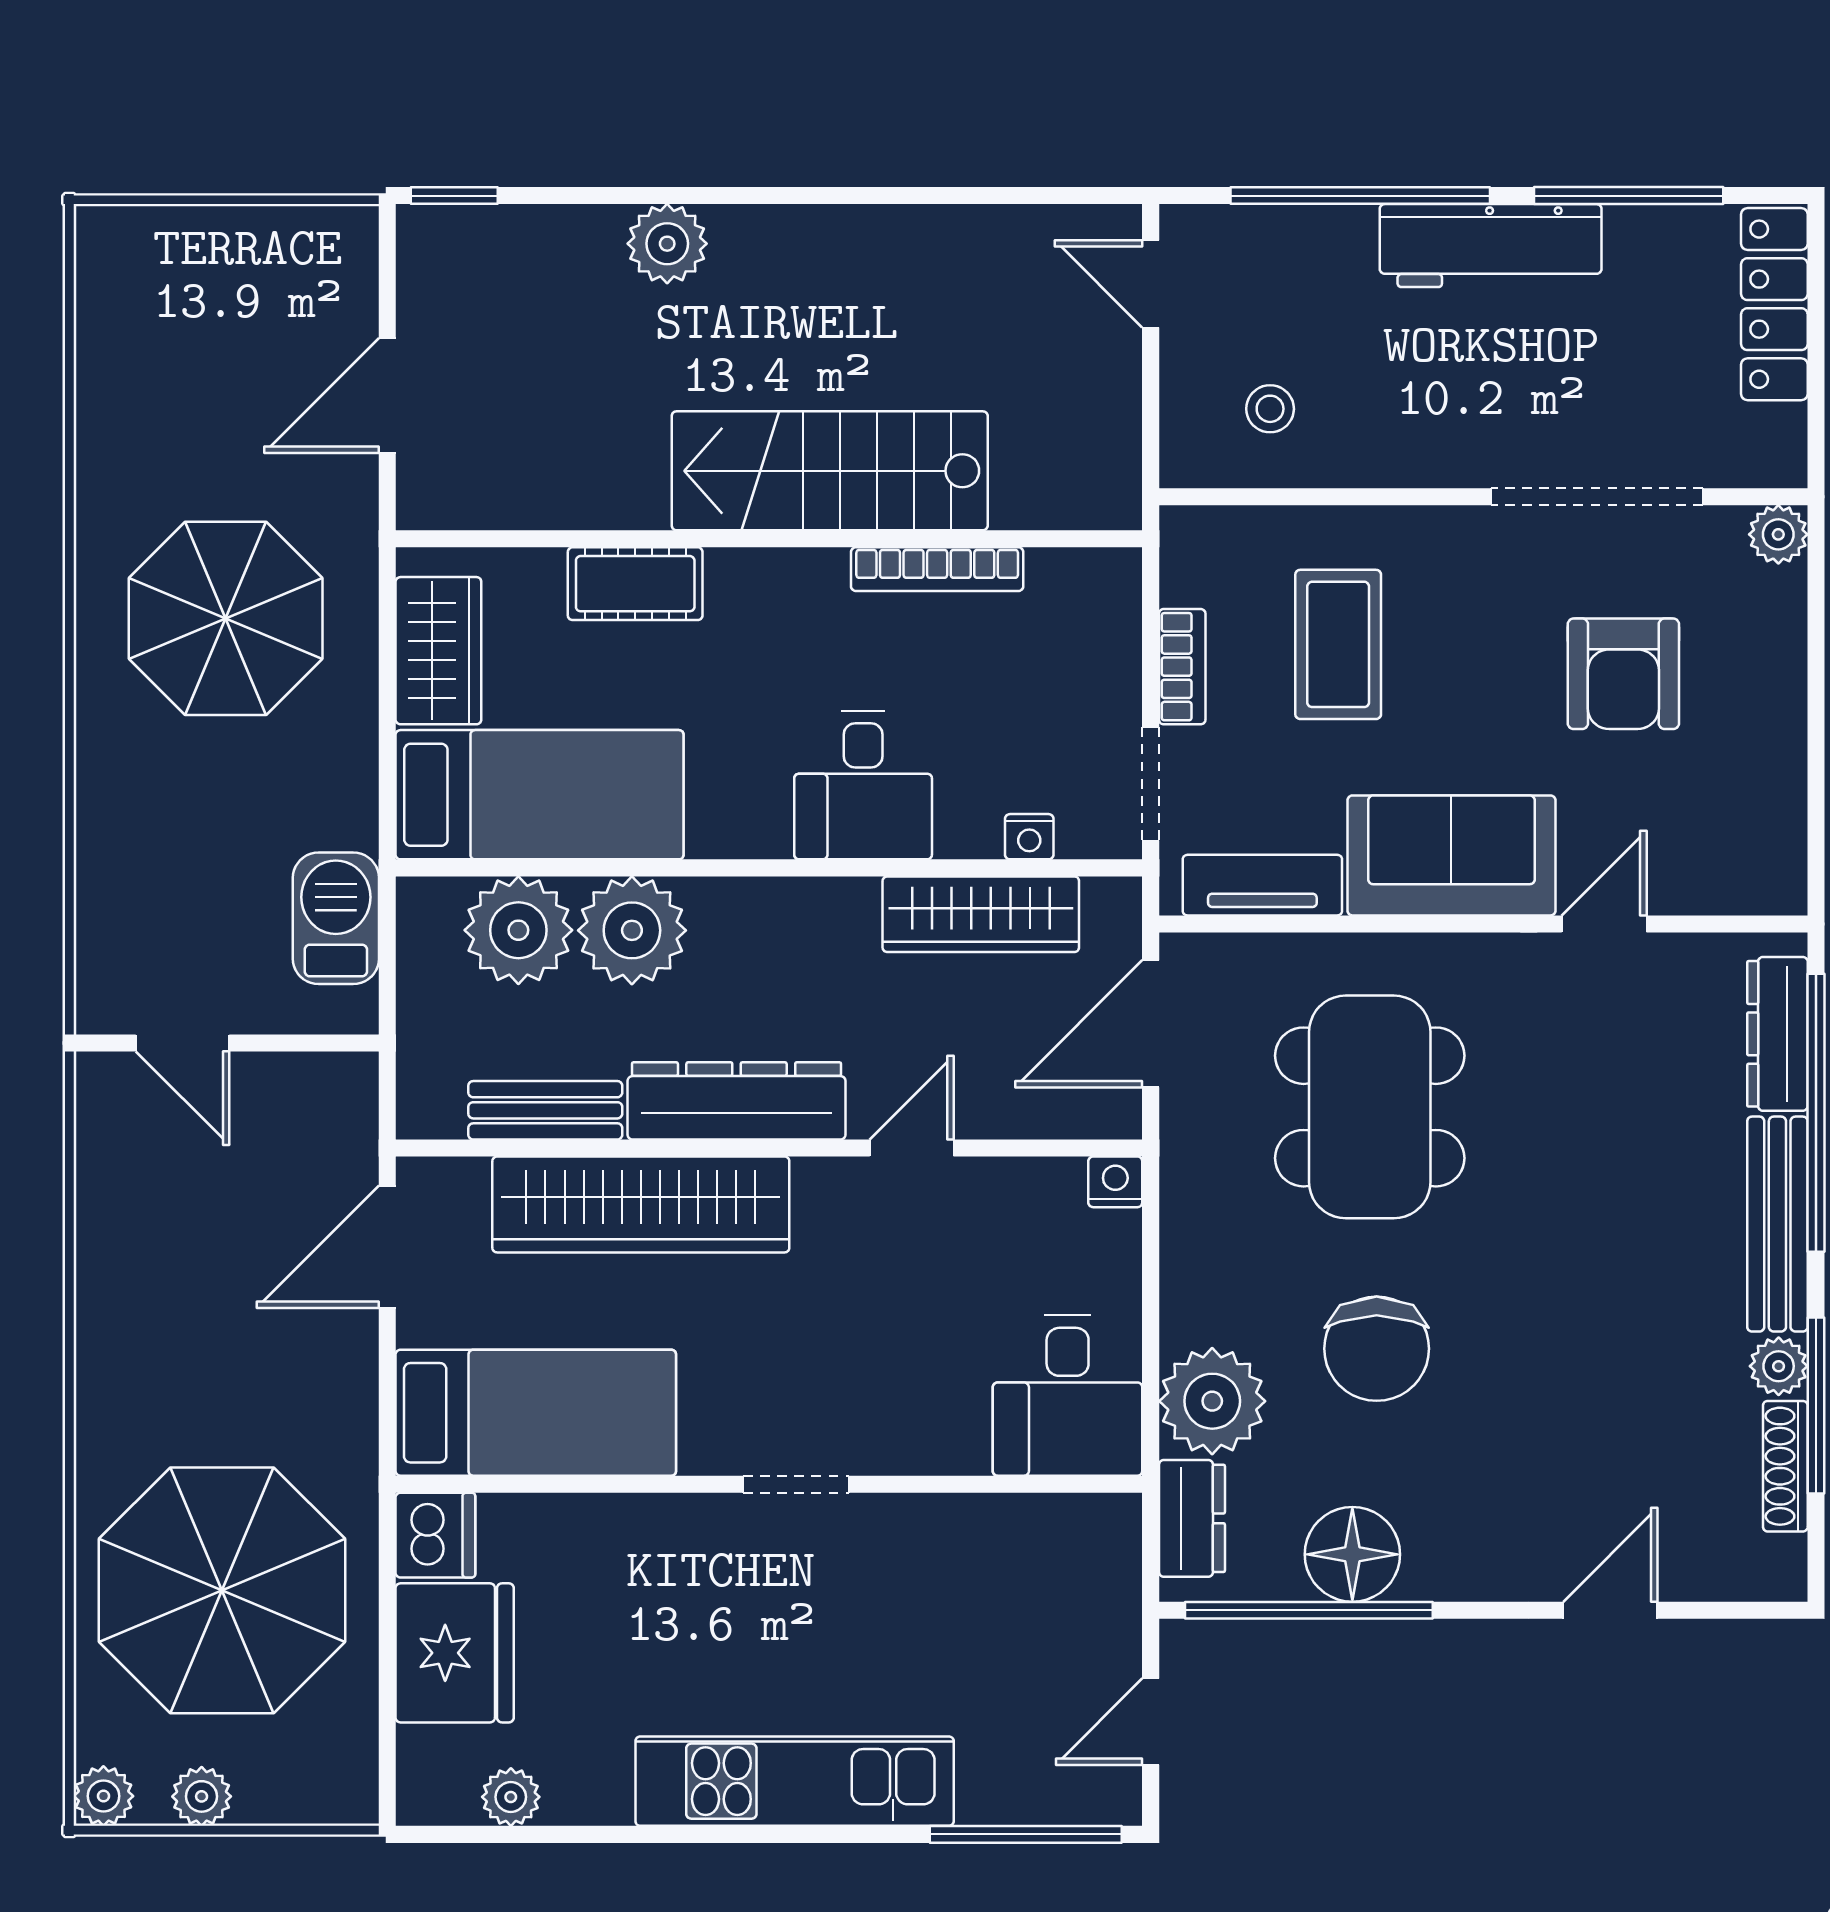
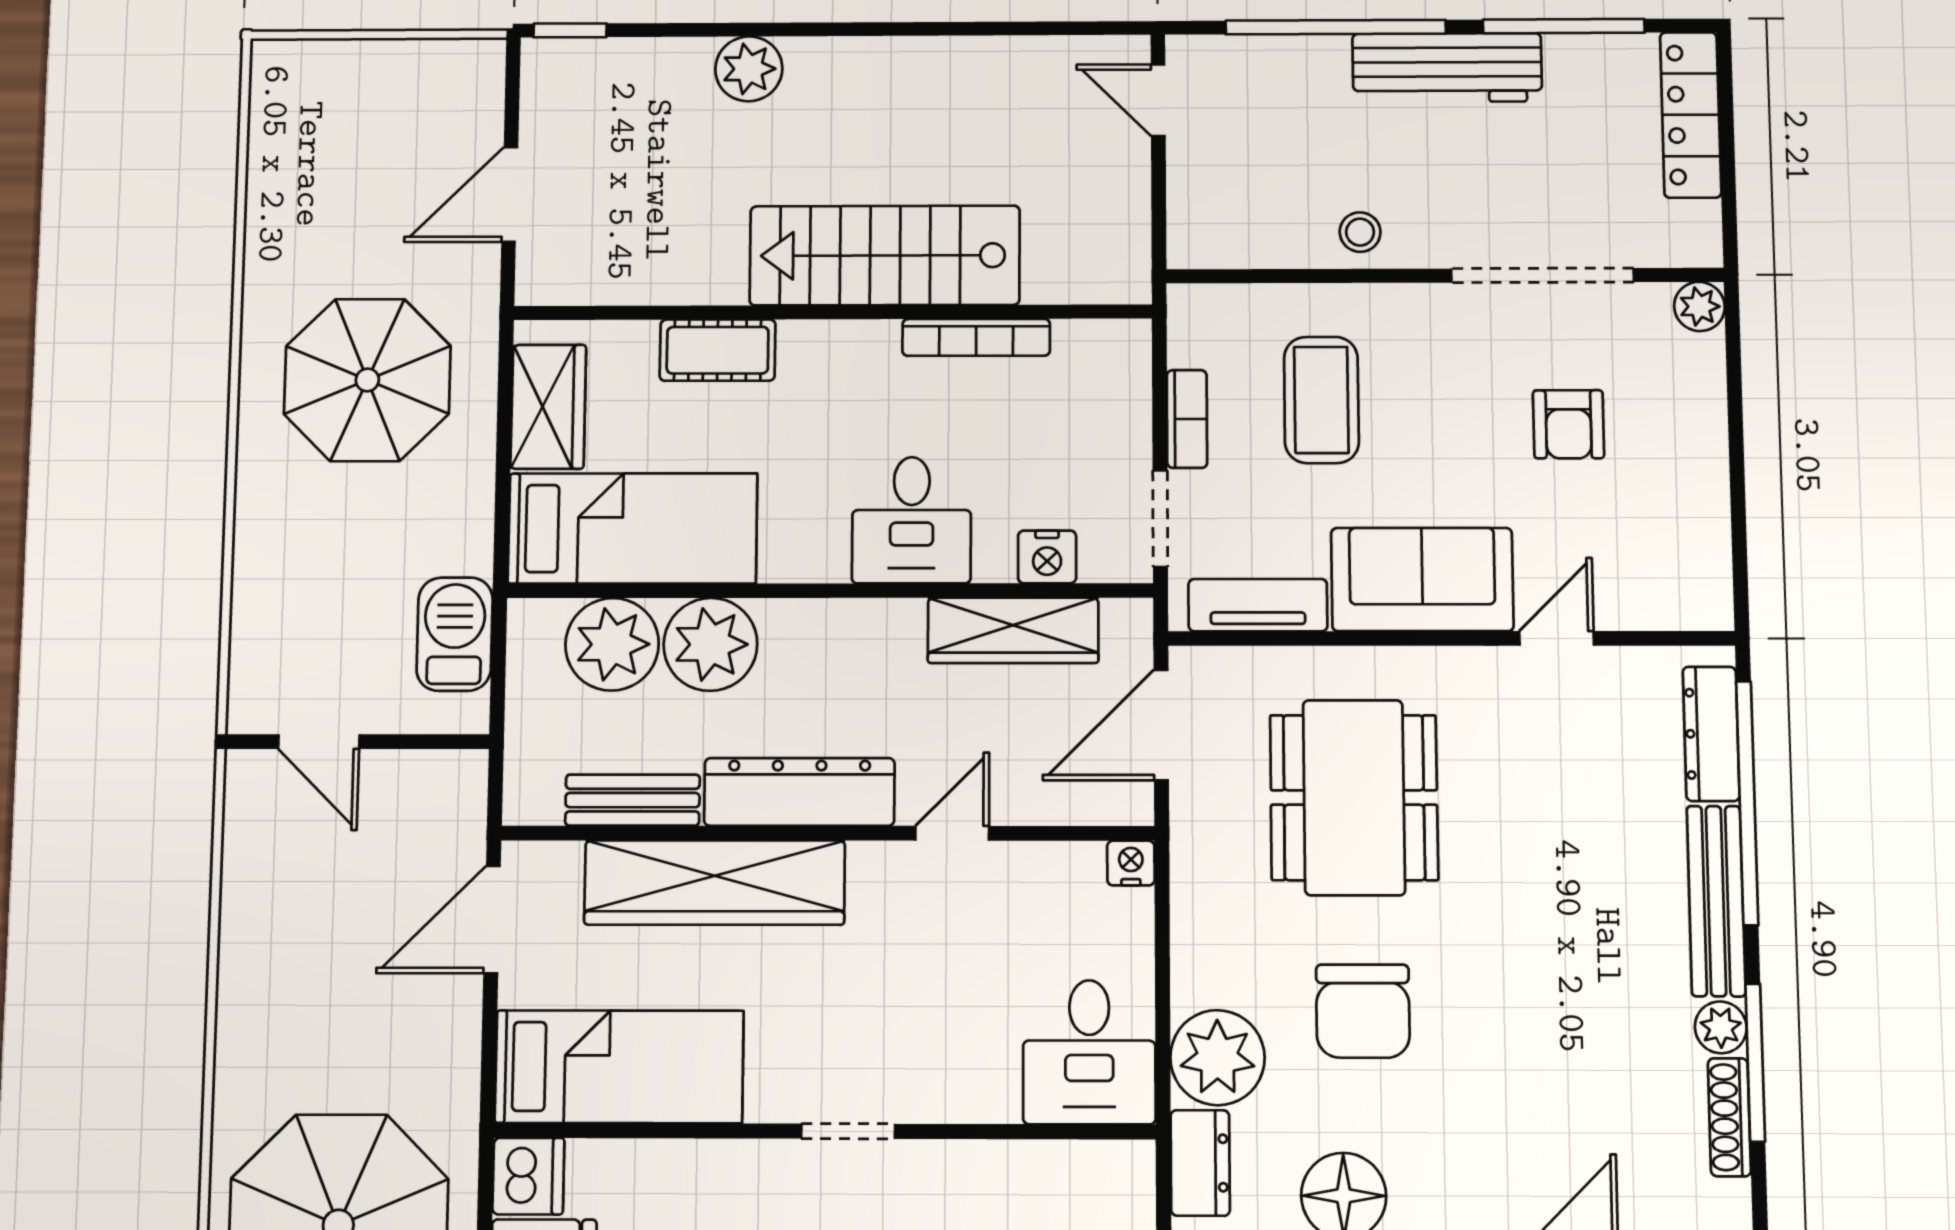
stool: (1270, 409) -> (1360, 232), moved
armchair: (1623, 674) -> (1568, 424), width x0.72, depth x0.72
nightstand: (1029, 837) -> (1047, 557), width x1.39, depth x1.35

